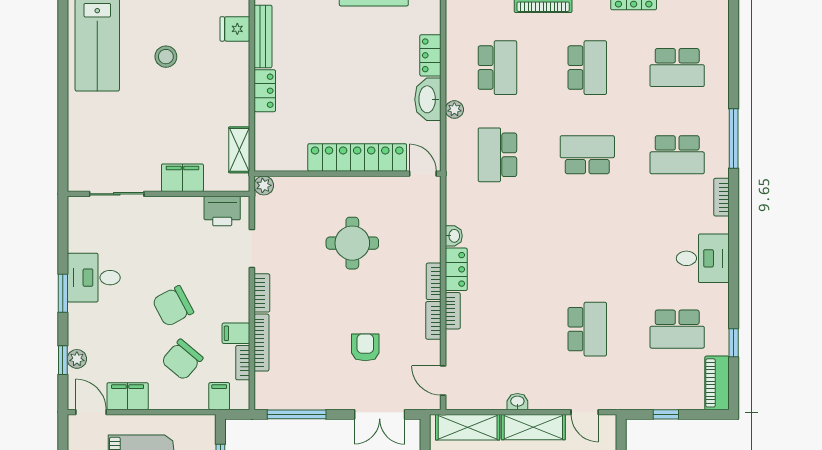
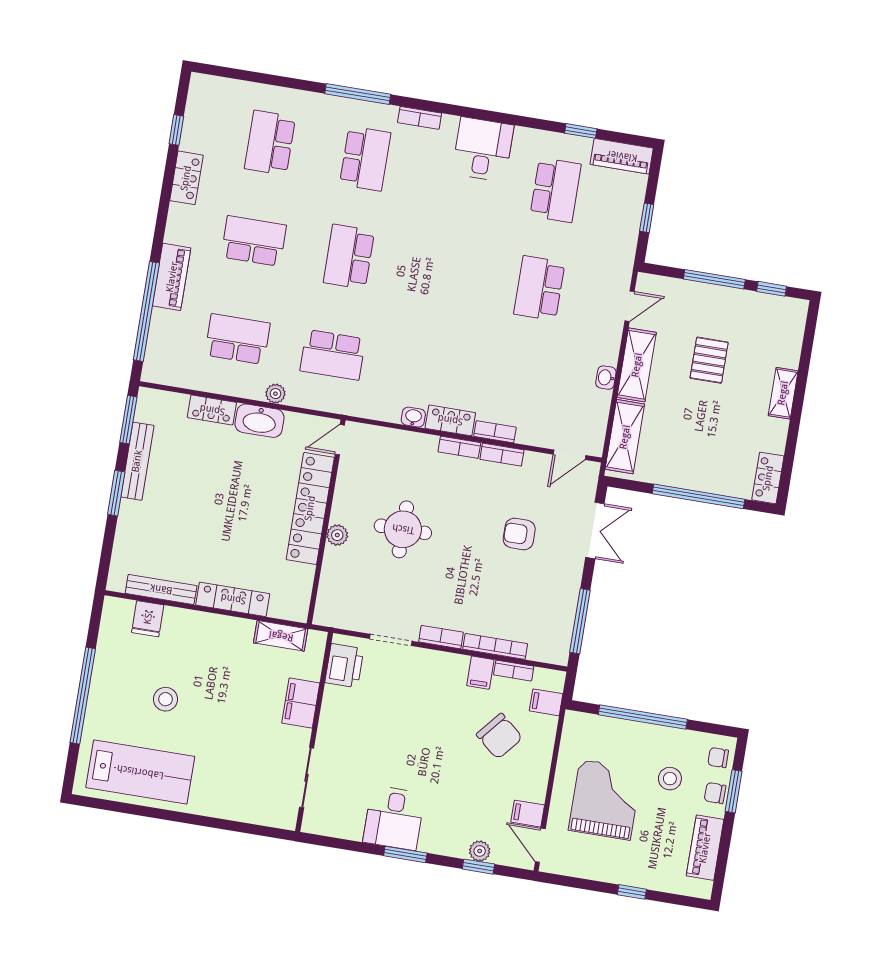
school desk: (677, 68) -> (270, 143), turned 180
locker: (265, 91) -> (233, 599), width x1.53
plant: (264, 185) -> (337, 535), moved
chair: (173, 306) -> (439, 737), removed
school desk: (587, 329) -> (539, 288), turned -90
filing cabinet: (128, 396) -> (528, 814), width x0.50
door: (91, 412) -> (540, 845), hinge flipped

